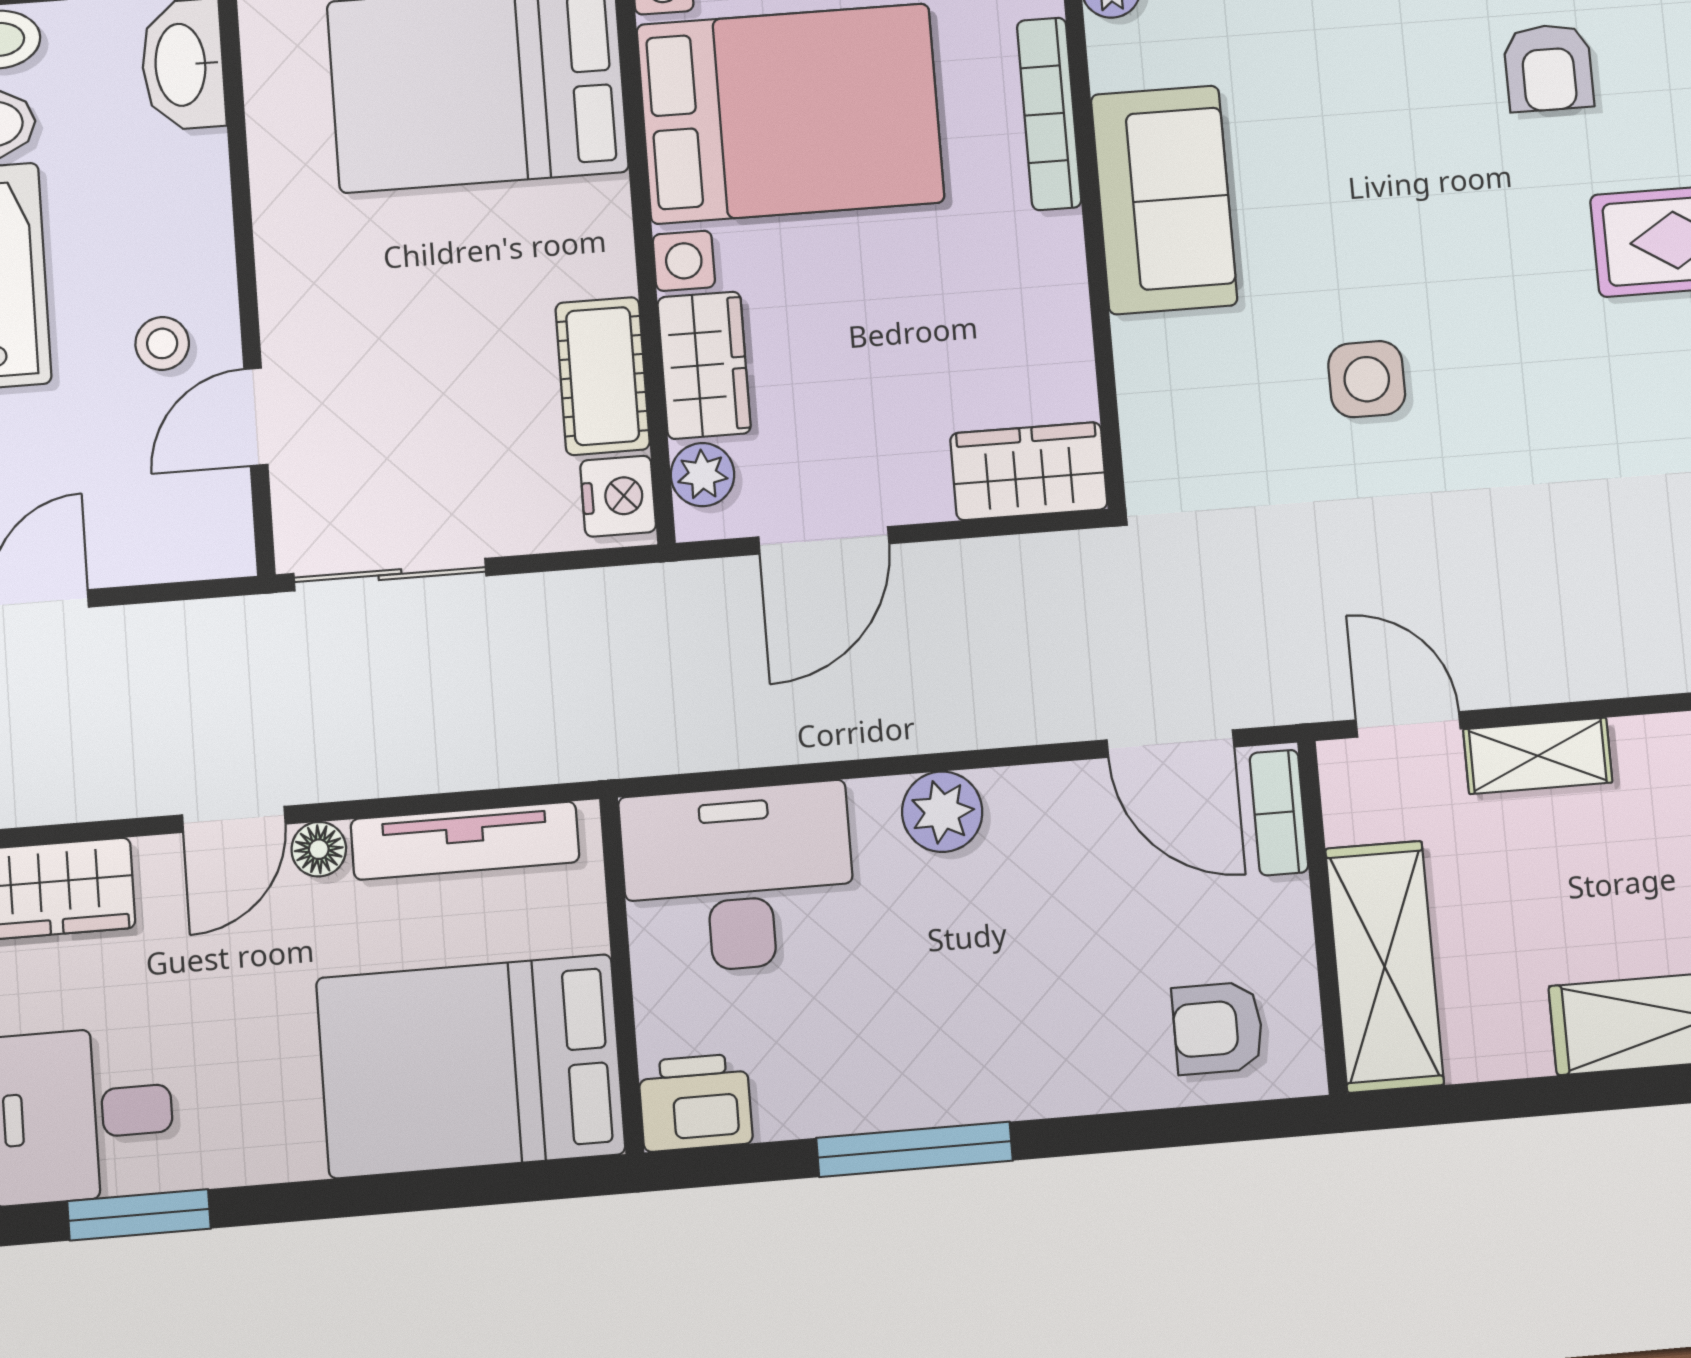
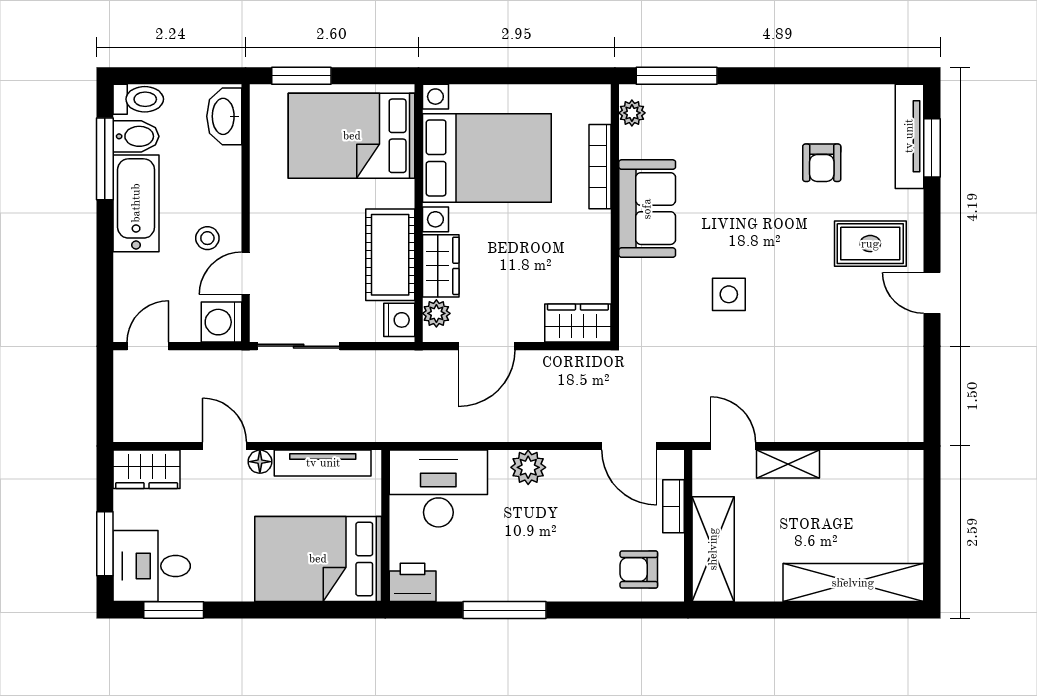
cot: (603, 376) -> (390, 255), width x1.37, depth x1.34
washing machine: (207, 533) -> (221, 322), added
bookcase: (1279, 813) -> (673, 506), moved
door: (234, 819) -> (225, 446), swing flipped

